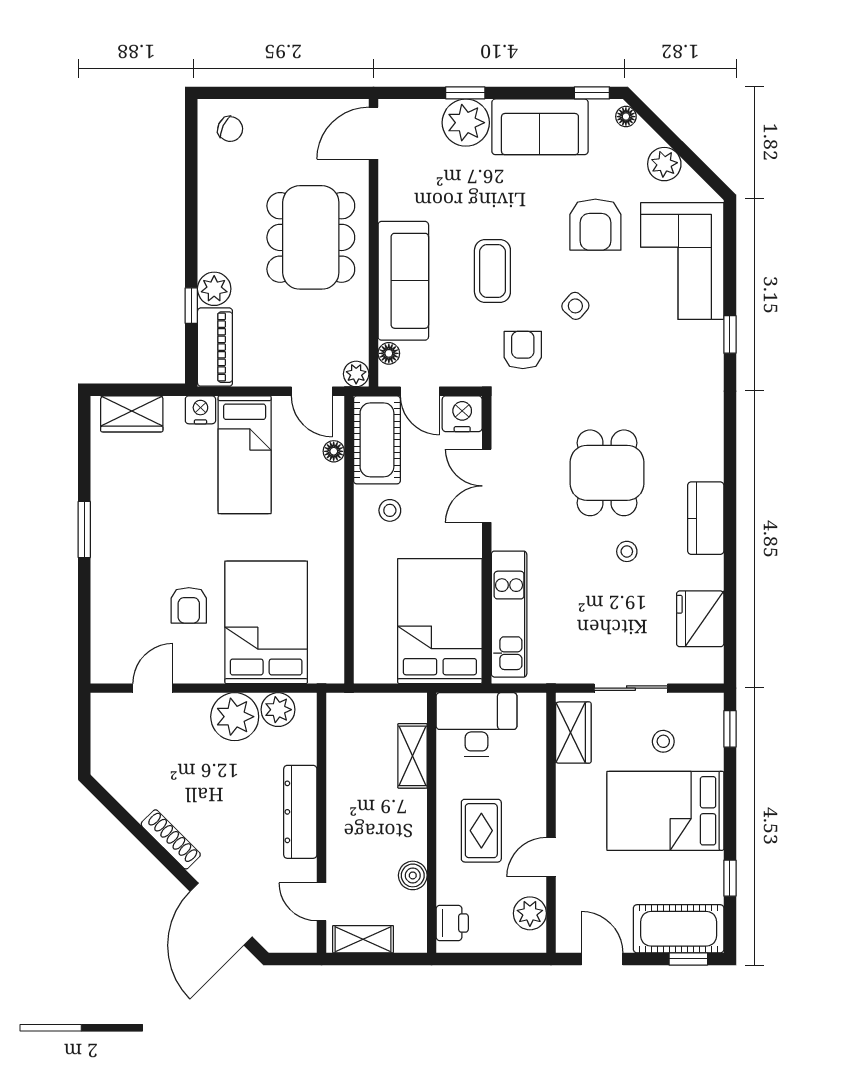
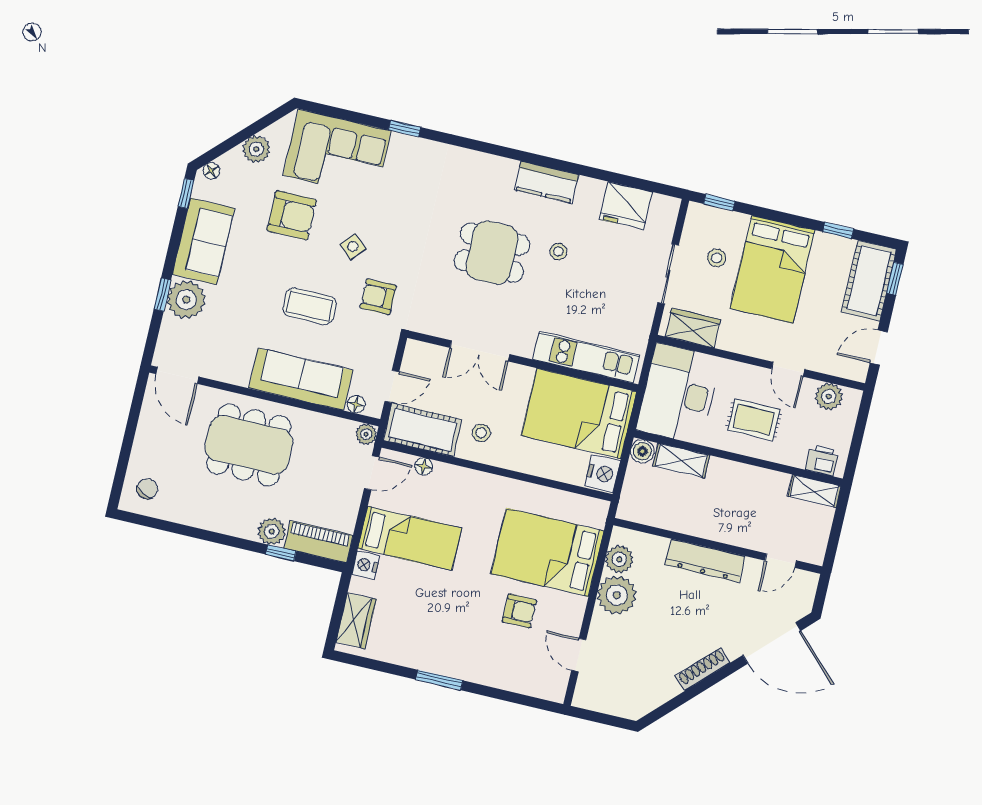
nightstand: (462, 414) -> (602, 473), moved, turned 180
desk: (477, 724) -> (679, 394), width x1.36, depth x1.30
boiler: (413, 875) -> (642, 451), moved
shelving: (363, 939) -> (814, 491), moved, turned 90

